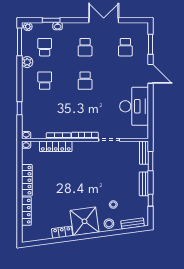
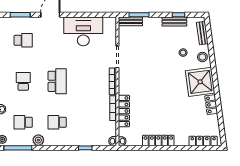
school desk: (85, 47) -> (23, 81), turned -90
school desk: (85, 81) -> (57, 81), width x1.85
bench: (144, 184) -> (174, 21), moved
locker: (26, 211) -> (203, 141), moved

